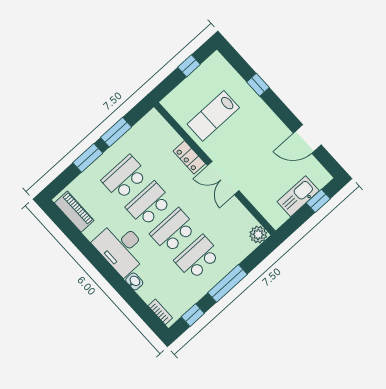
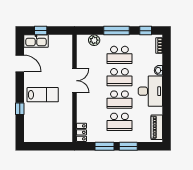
window: (189, 66) -> (44, 146), removed
lab bench: (213, 116) -> (43, 95), moved
locker: (189, 157) -> (82, 132), moved
kitchen sink: (298, 196) -> (36, 41), moved
plant: (258, 234) -> (94, 40), moved

